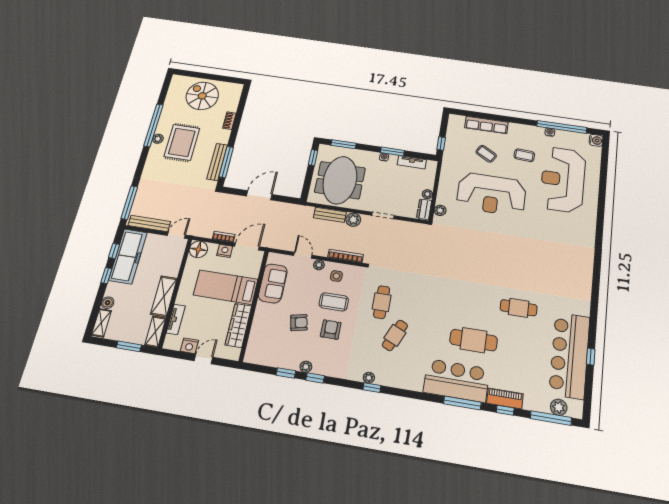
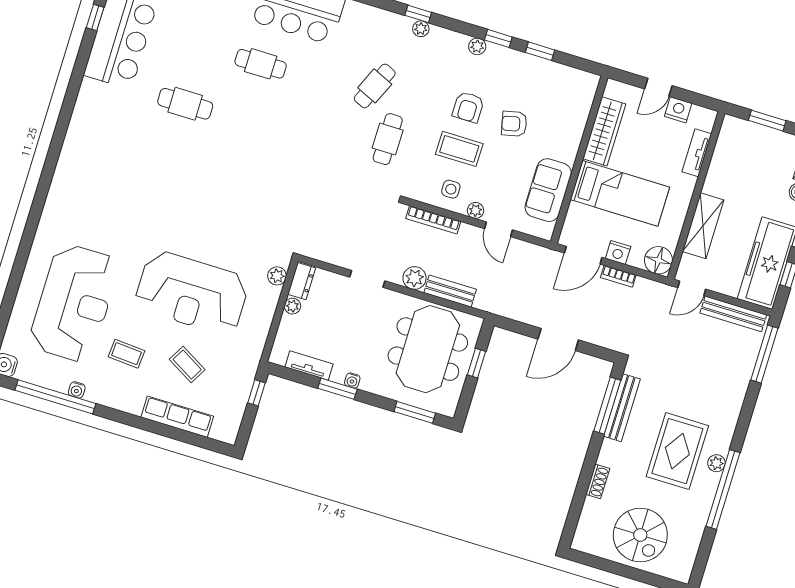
window: (313, 158) -> (477, 363), moved
reception desk: (491, 194) -> (192, 293), turned 180
shelving: (164, 296) -> (703, 226), moved
shelving: (155, 332) -> (728, 138), removed
cafe table: (474, 340) -> (261, 64), width x0.73, depth x0.74
plant: (306, 367) -> (477, 46), moved

